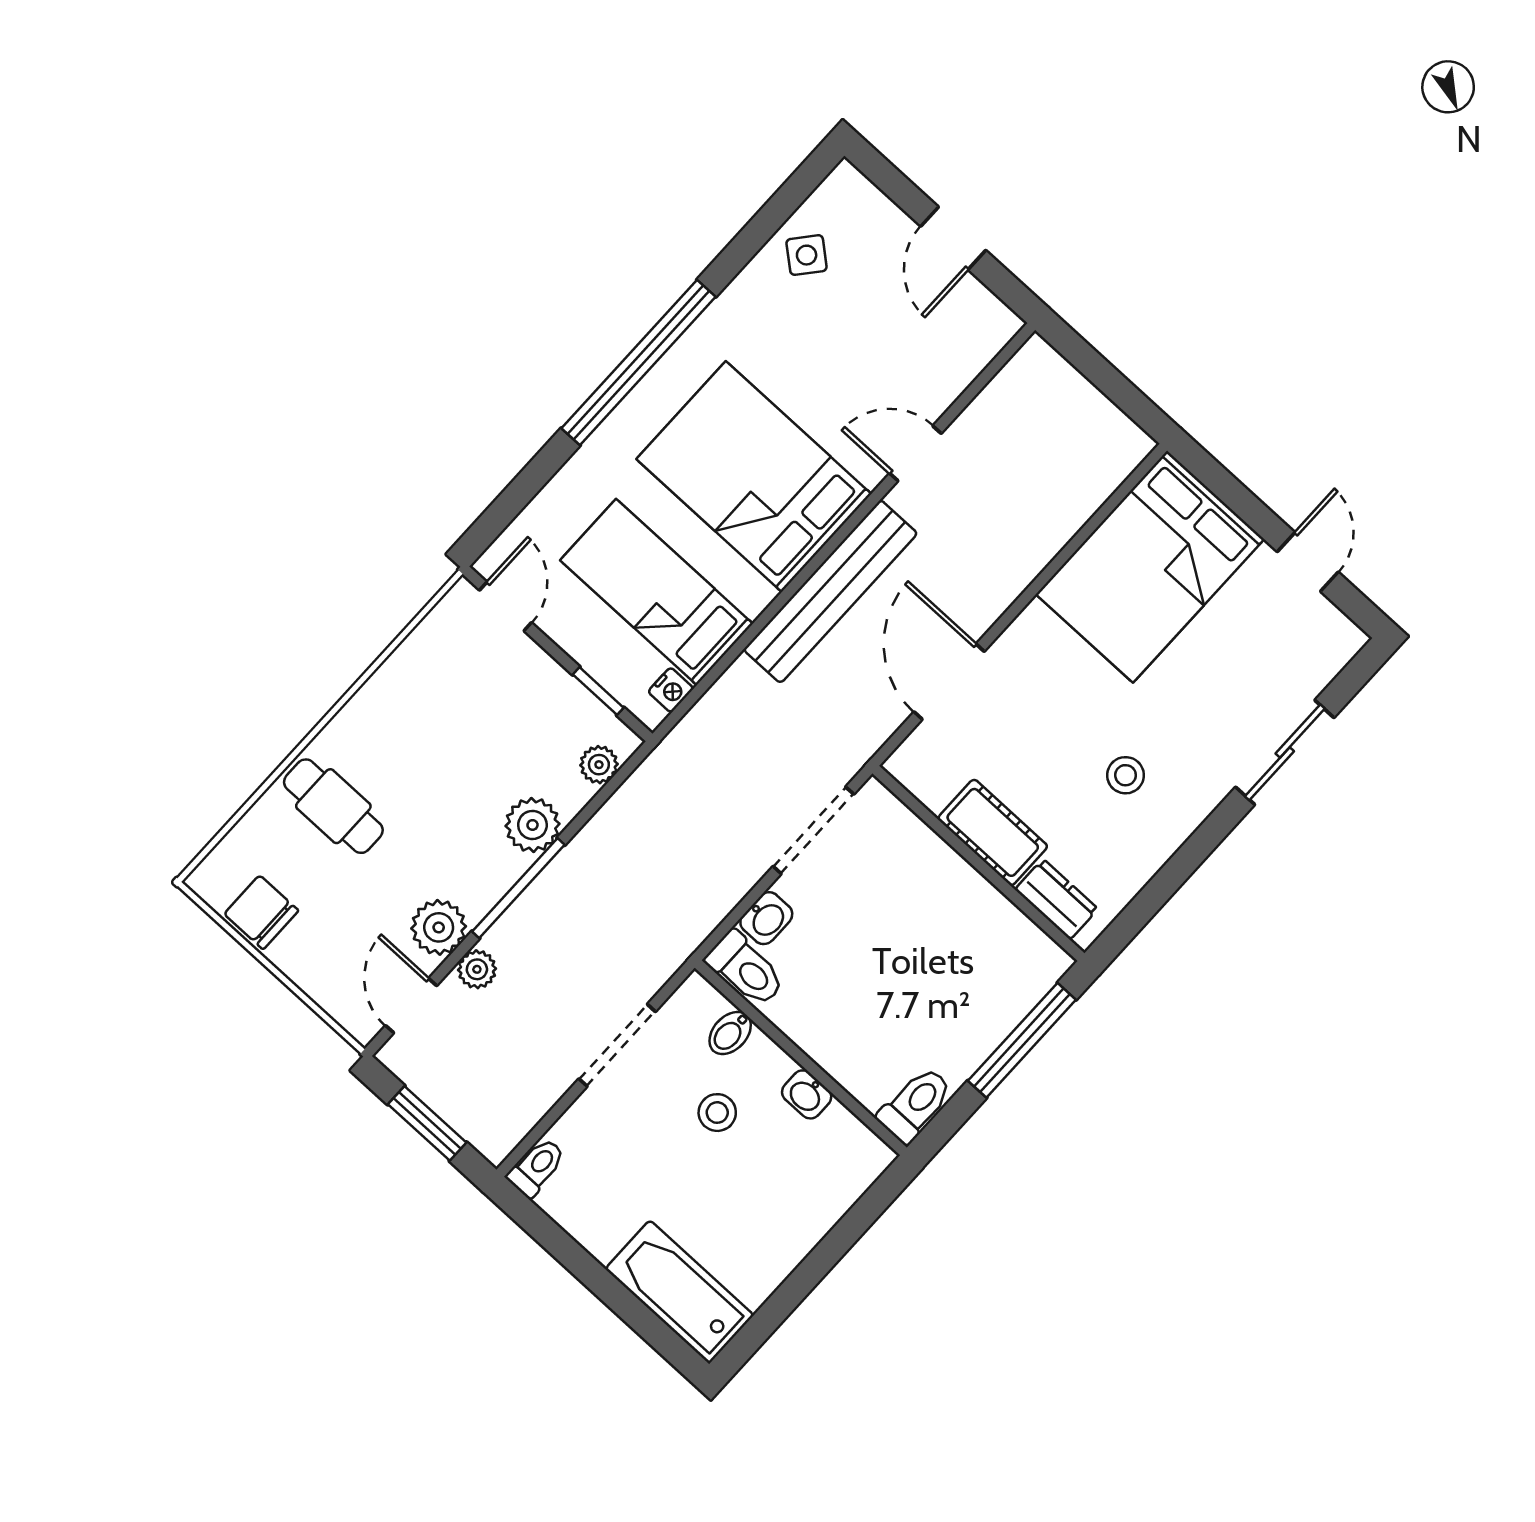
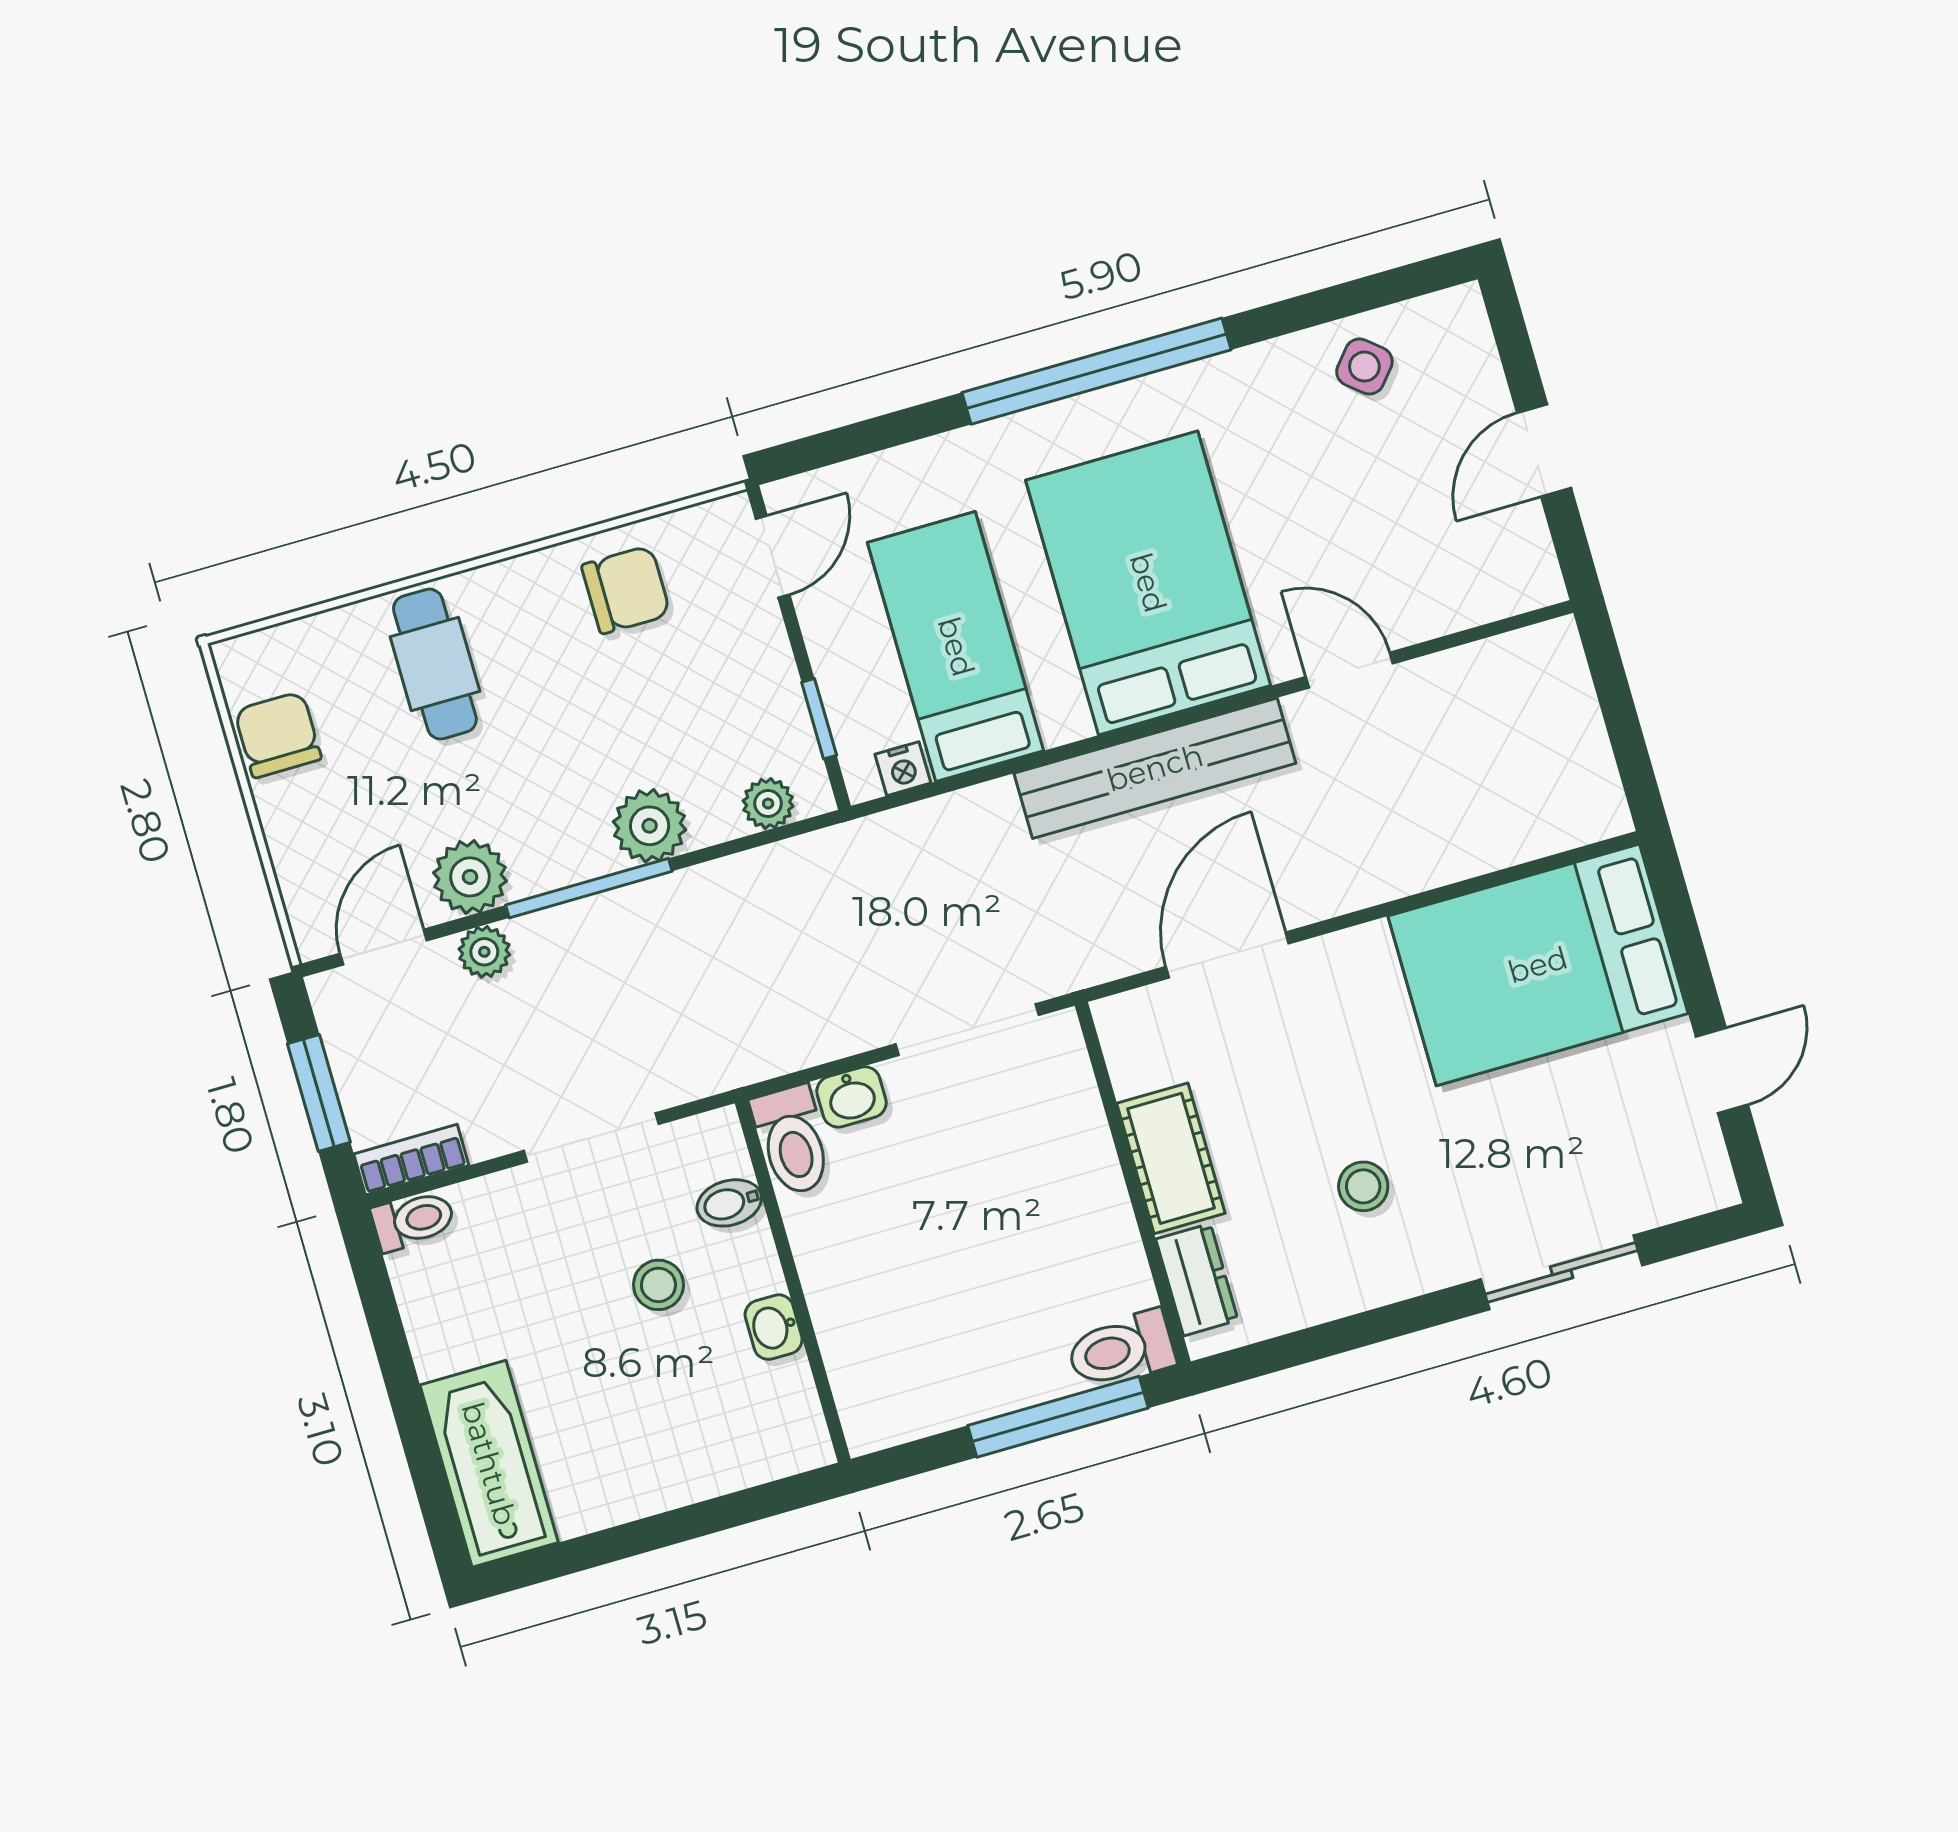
chair: (425, 685) -> (626, 590), added
toilet: (915, 1105) -> (1121, 1349), moved, turned 180
bookcase: (512, 1130) -> (411, 1160), added

